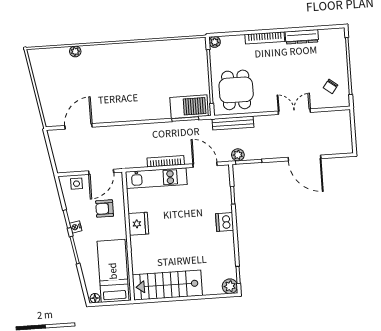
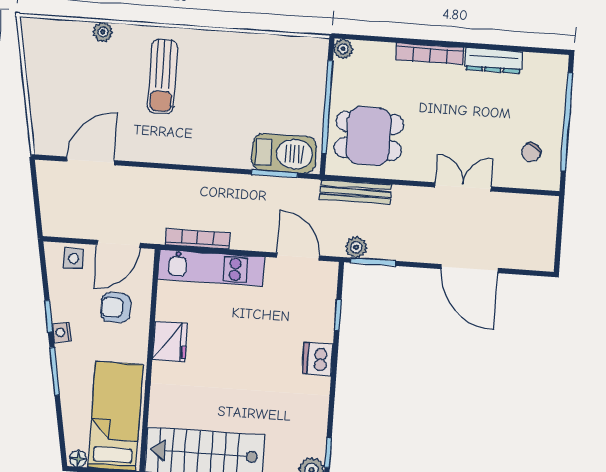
sun lounger: (113, 72) -> (162, 76), added
dining table: (236, 90) -> (369, 136), turned 90
bookcase: (166, 161) -> (198, 239), moved

